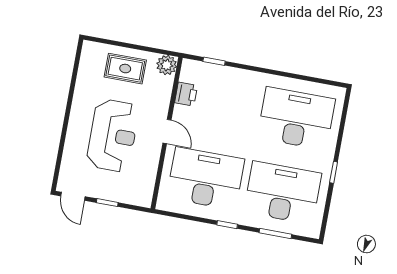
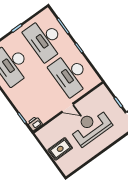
plant: (167, 65) -> (42, 134), removed
rug: (125, 69) -> (60, 149), turned 90
printer: (186, 94) -> (35, 123), moved
door: (167, 132) -> (68, 108), swing flipped

